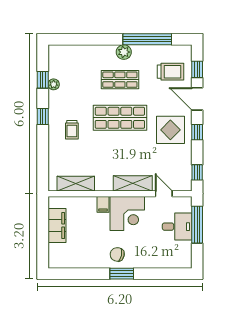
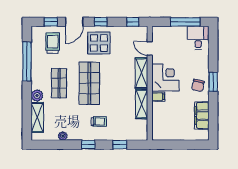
shelving: (77, 52) -> (37, 117), added
plant: (124, 52) -> (37, 95), moved
window: (43, 80) -> (120, 145), moved
shelving: (76, 184) -> (142, 104), moved
door: (164, 194) -> (150, 48), hinge flipped
window: (197, 225) -> (185, 22), moved
filing cabinet: (57, 226) -> (202, 115), moved, turned -90
desk: (177, 227) -> (198, 38), moved

